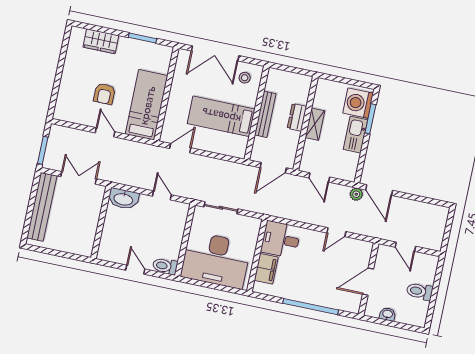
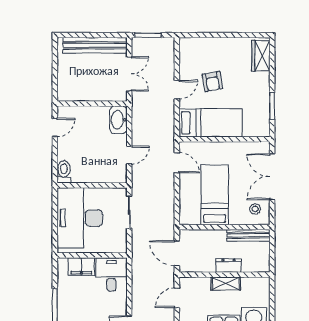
wardrobe: (101, 41) -> (261, 56), moved
armchair: (104, 94) -> (212, 81), turned -100
bench: (265, 114) -> (248, 235), moved
door: (135, 270) -> (55, 127), moved

